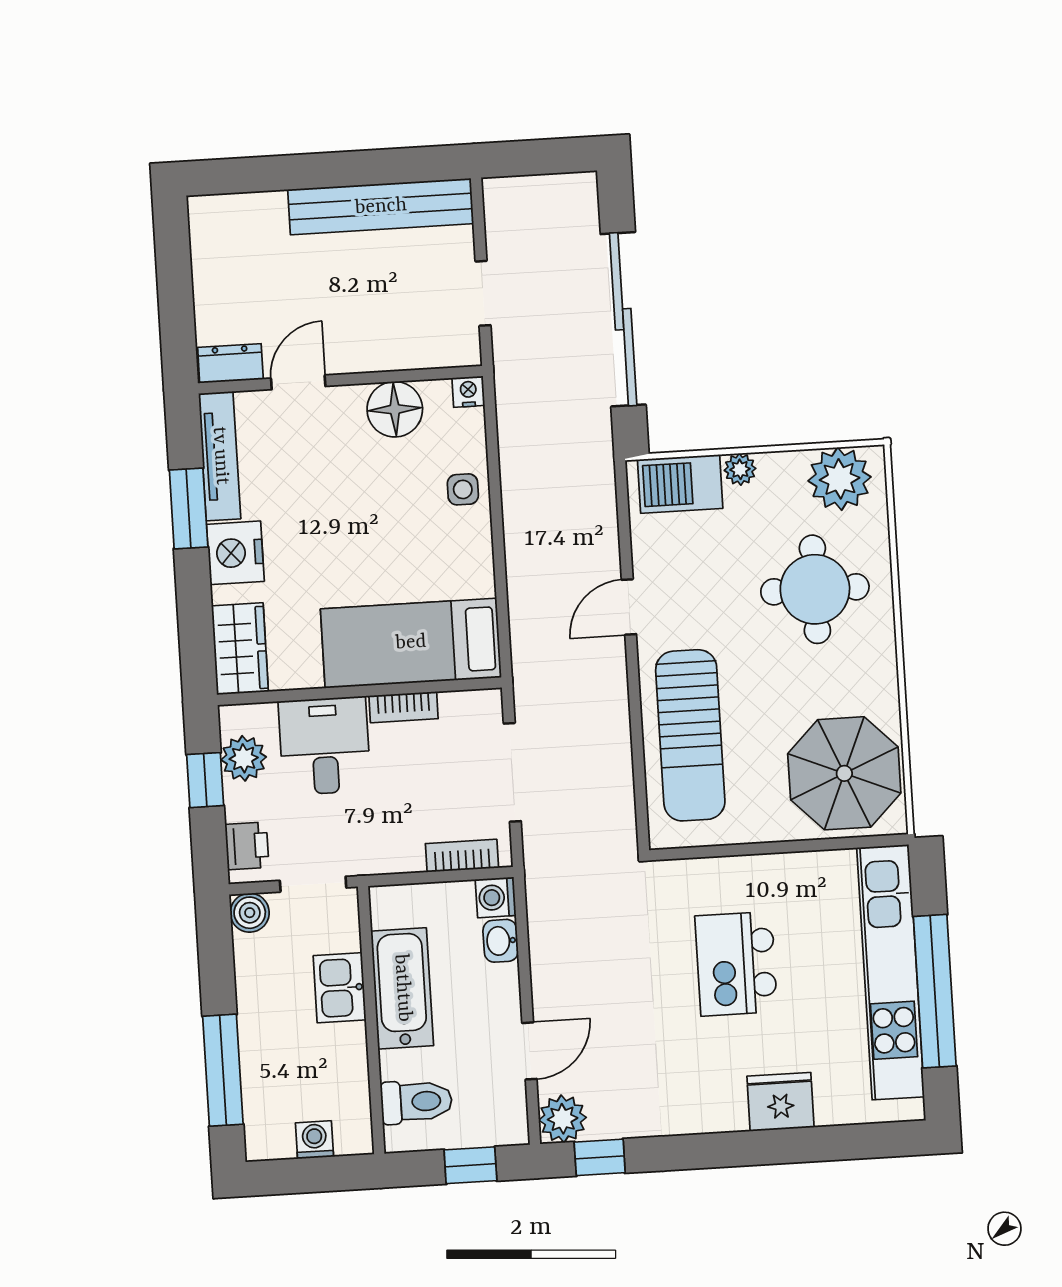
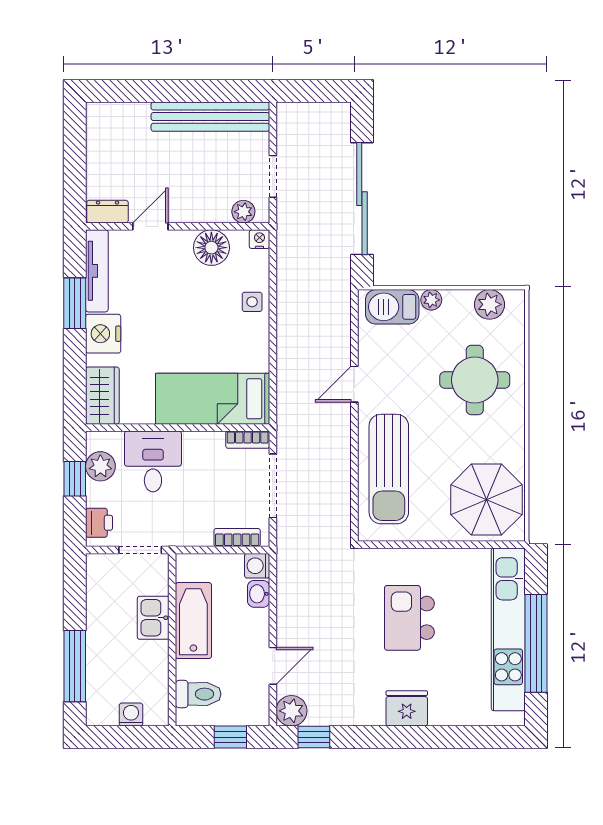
plant: (441, 351) -> (243, 212), added
plant: (840, 479) -> (490, 304), width x0.73, depth x0.73
bookcase: (403, 707) -> (248, 440), moved
boiler: (250, 913) -> (98, 566), removed
fridge: (780, 1102) -> (407, 708), moved

